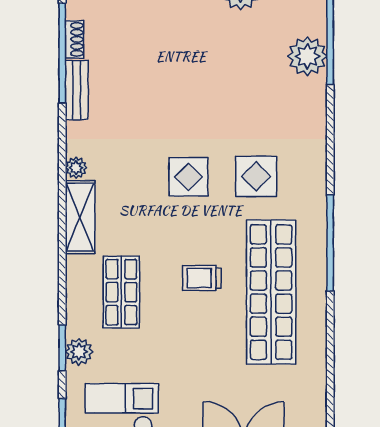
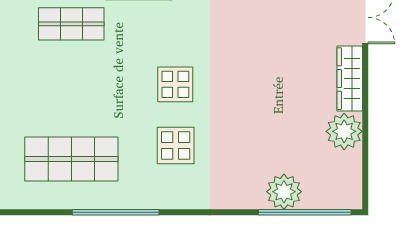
trolley: (202, 278) -> (84, 96), removed
shop shelf: (271, 292) -> (71, 159), width x0.71

